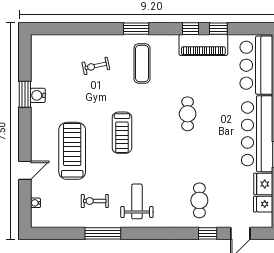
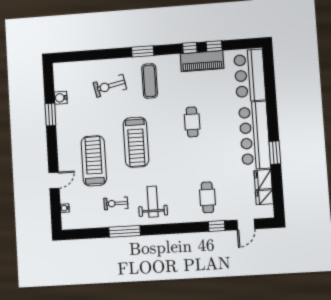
exercise bike: (96, 66) -> (110, 86), width x1.38, depth x1.39
water cooler: (38, 95) -> (61, 98), moved
treadmill: (122, 133) -> (136, 142), width x1.37, depth x1.38

